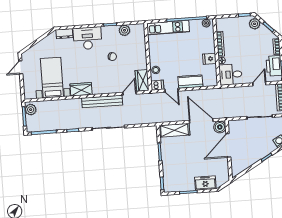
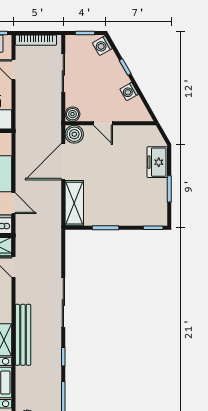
door: (171, 90) -> (13, 203), hinge flipped
bench: (102, 101) -> (23, 335), moved
boiler: (233, 125) -> (73, 114), added
door: (228, 145) -> (103, 123), width x0.53
washing machine: (250, 161) -> (129, 92), added

